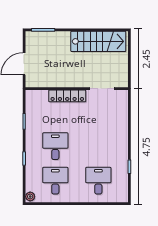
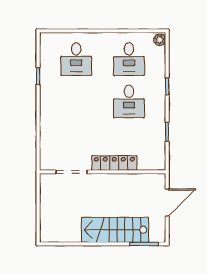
stairs: (98, 41) -> (115, 230), moved

